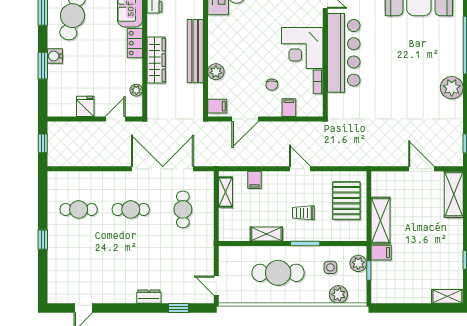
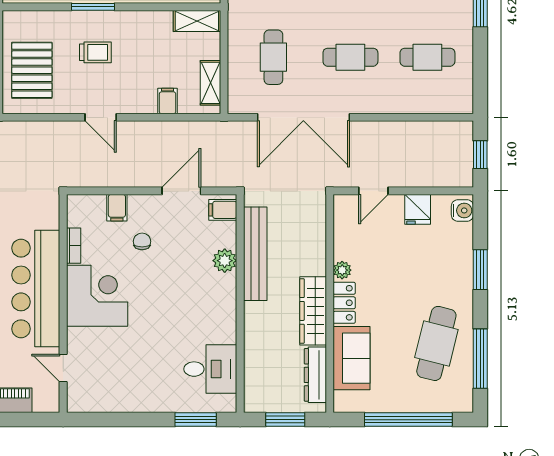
bench: (195, 51) -> (255, 254), moved
water cooler: (55, 56) -> (462, 210), moved
wardrobe: (156, 60) -> (313, 311), moved
plant: (136, 90) -> (342, 270), moved
shelving: (266, 234) -> (197, 21), moved

